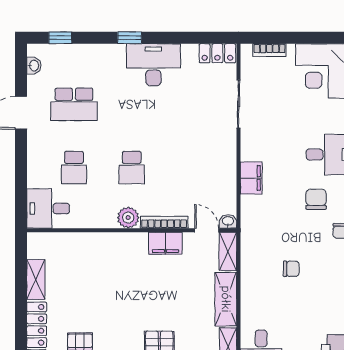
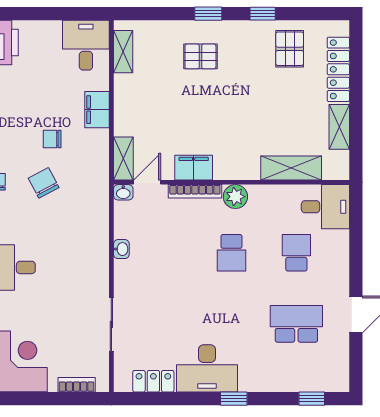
locker: (217, 53) -> (153, 381), moved
washbasin: (34, 66) -> (121, 249), moved, turned 180
school desk: (132, 168) -> (231, 253), turned 180
filing cabinet: (251, 178) -> (97, 110), moved
chair: (316, 199) -> (44, 183), moved, turned 152
door: (207, 230) -> (147, 182), swing flipped
shelving: (226, 299) -> (291, 168), moved, turned 90

